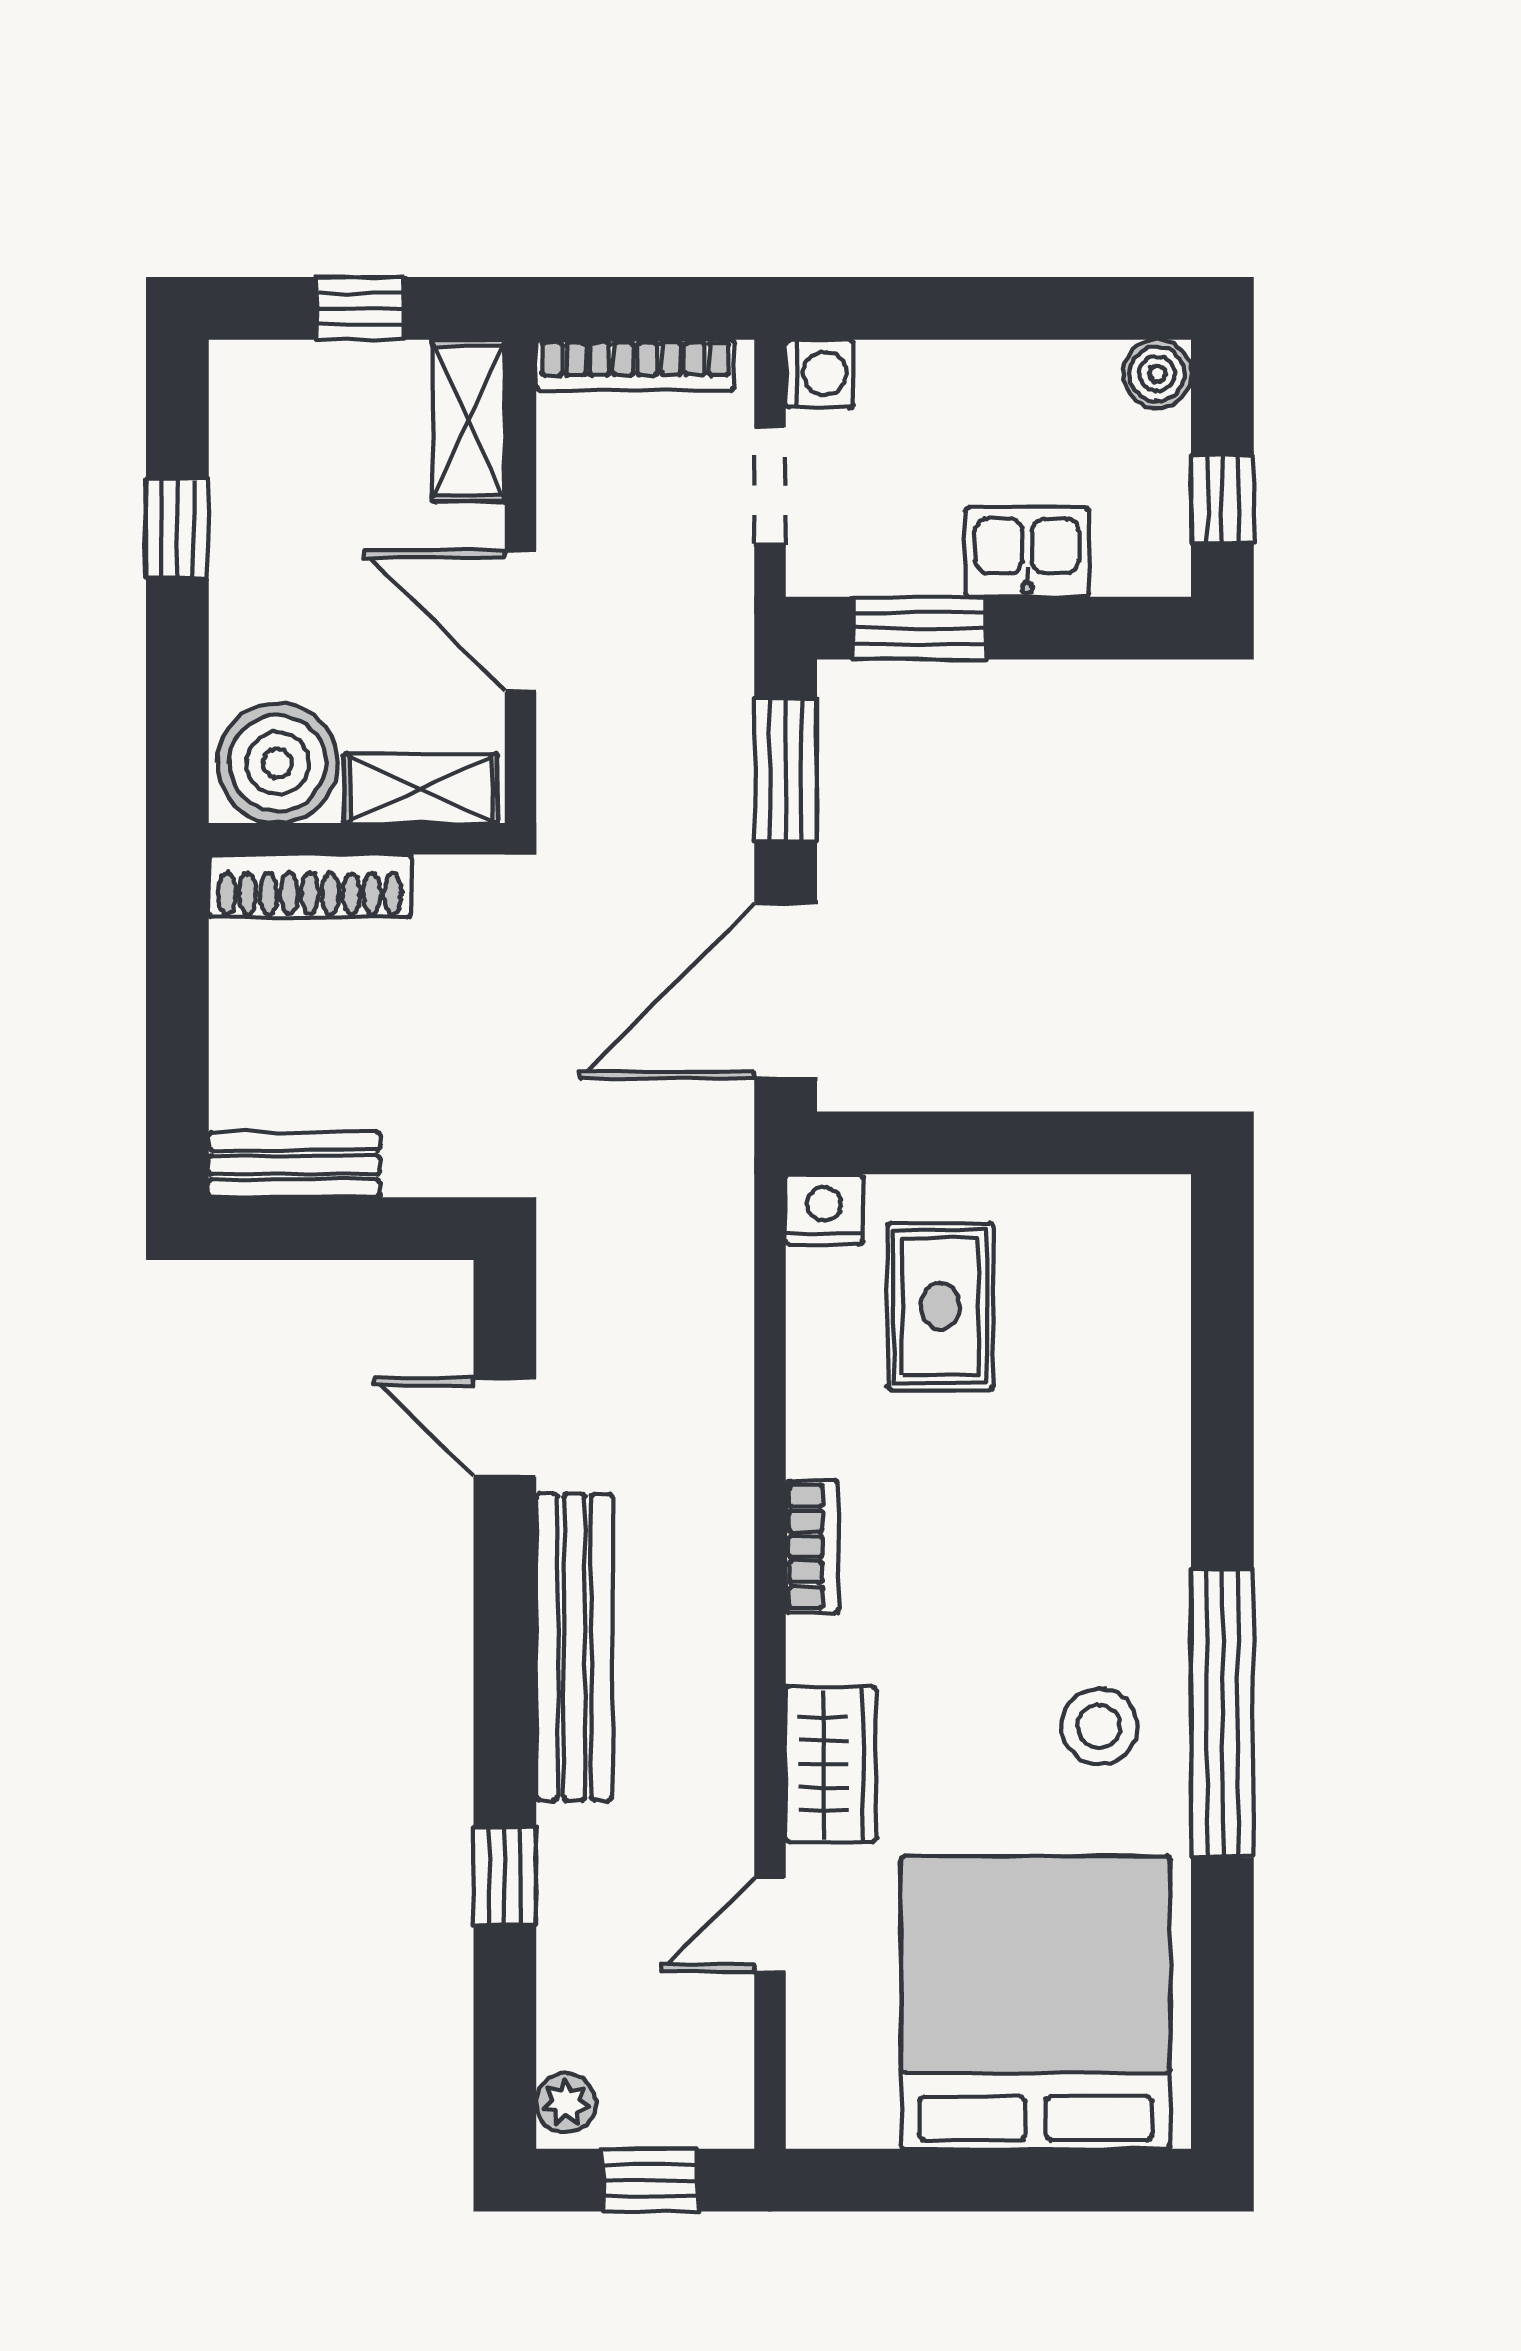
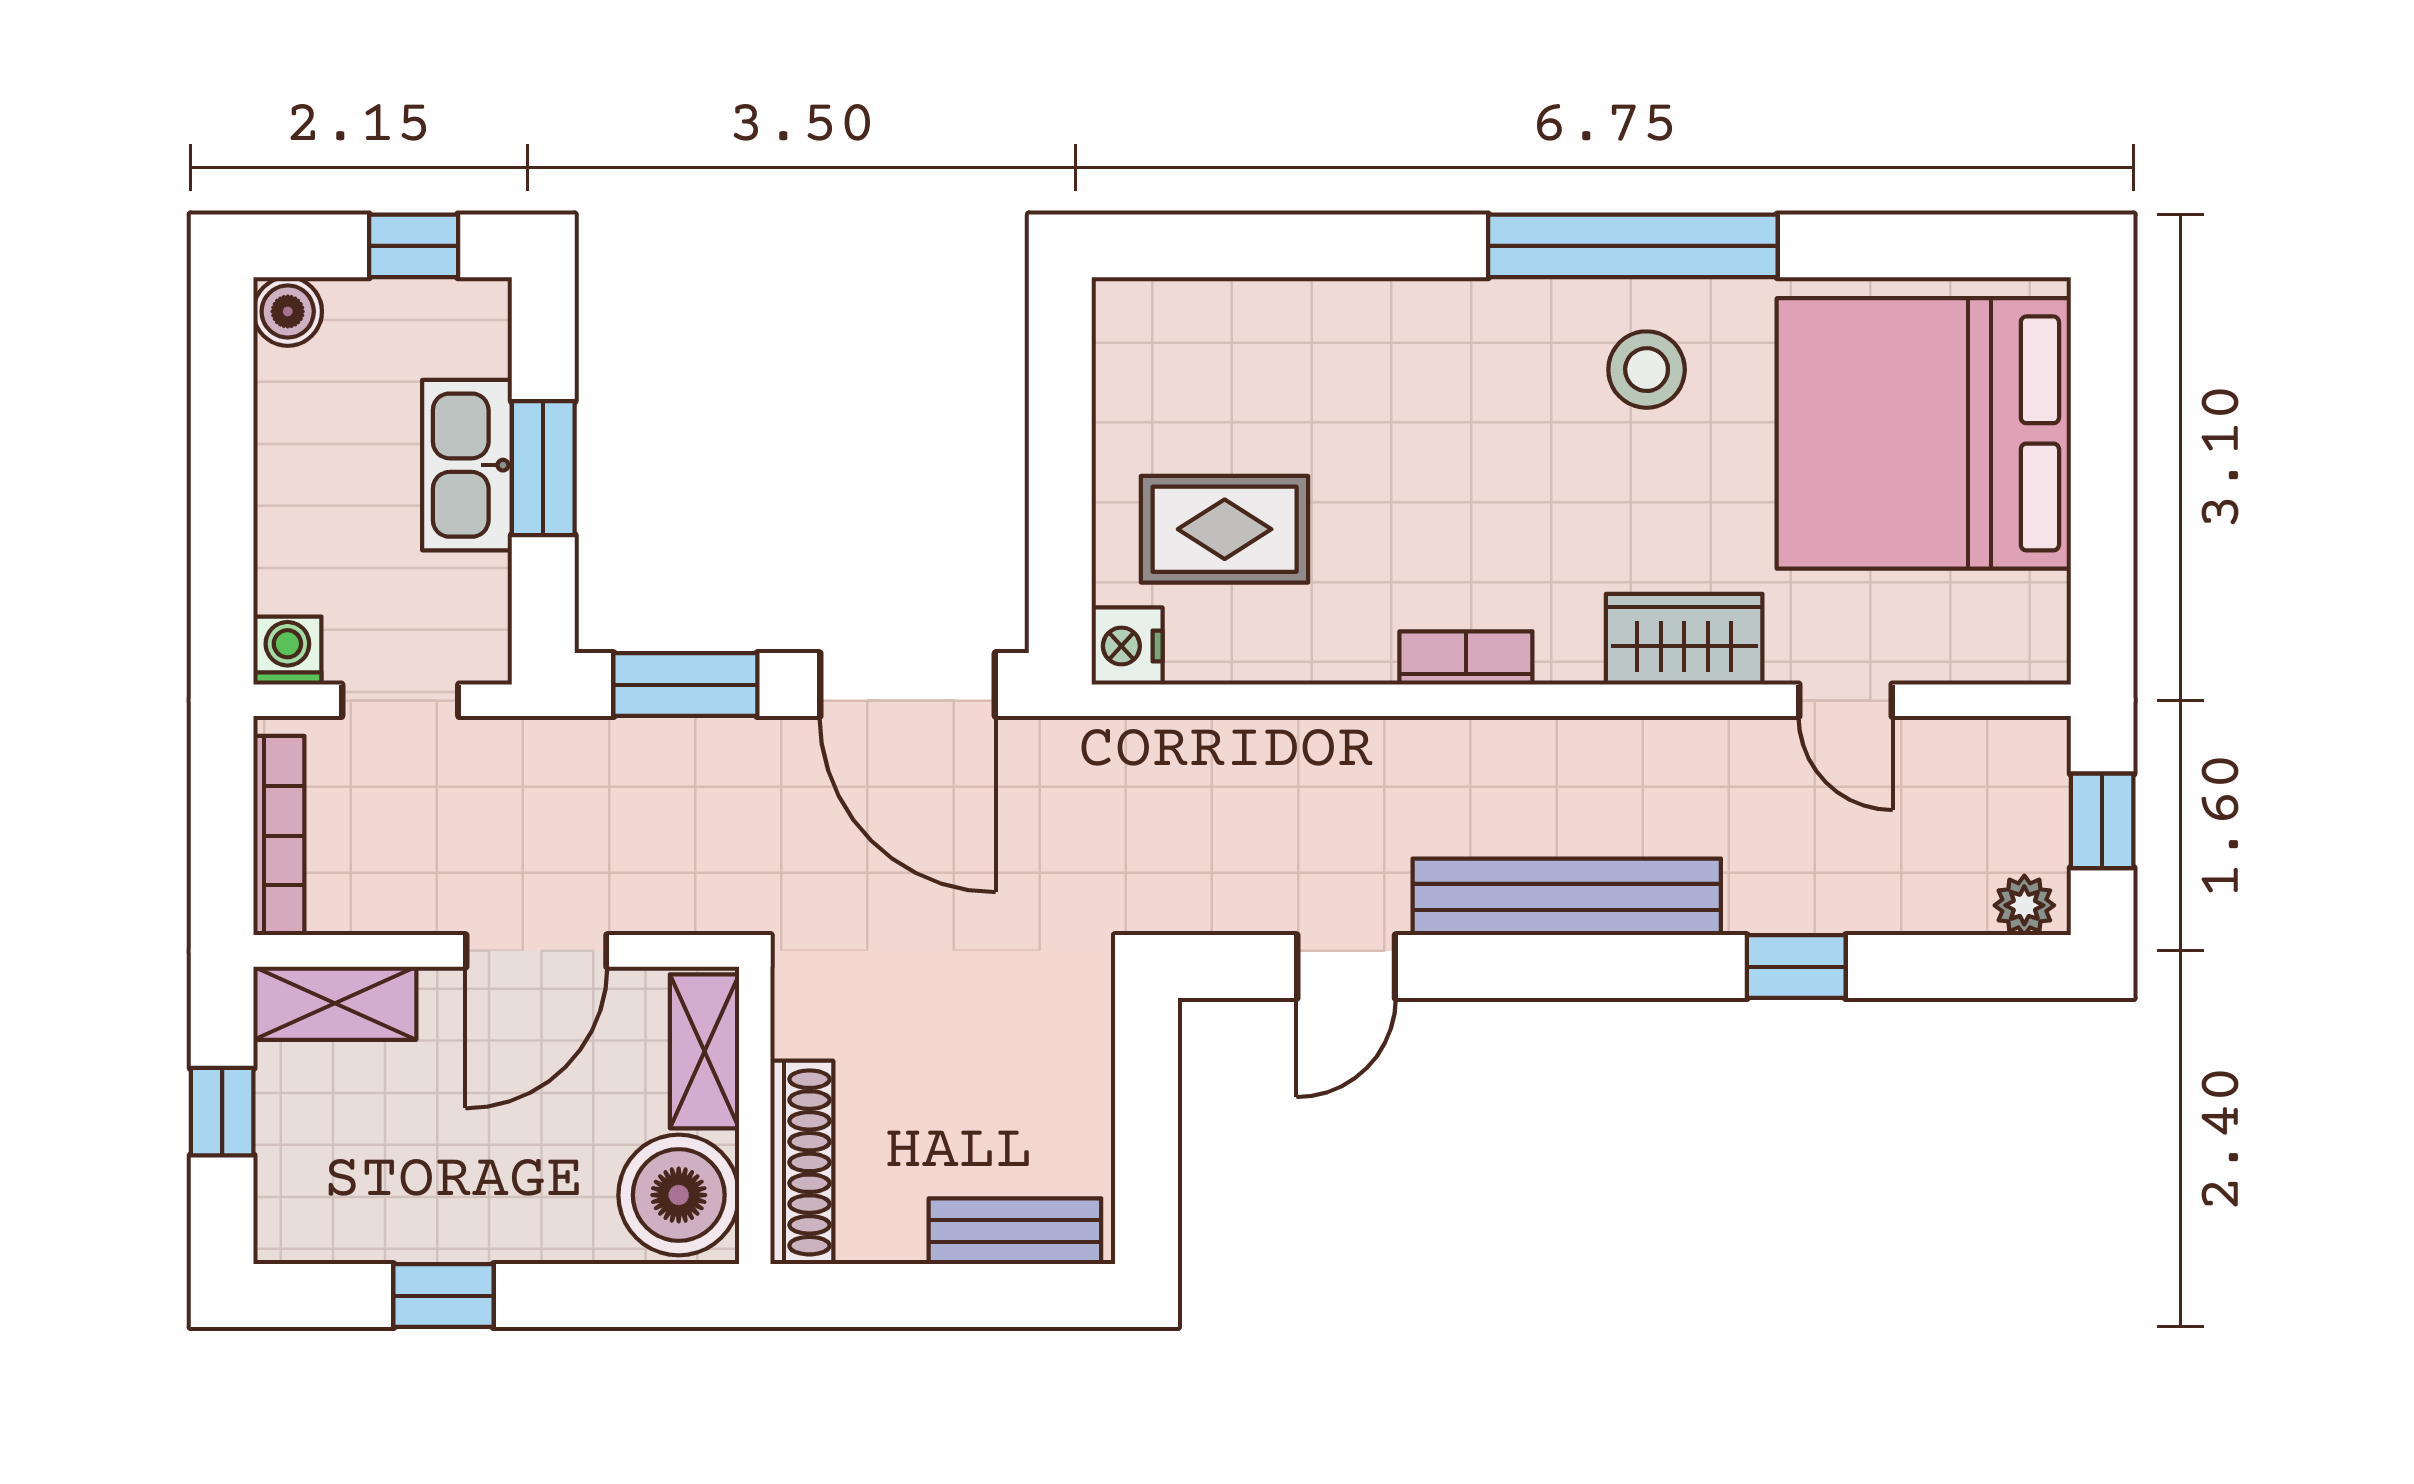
kitchen sink: (1027, 552) -> (467, 465), width x1.38
window: (919, 628) -> (543, 468), moved
bench: (294, 1165) -> (1015, 1231), moved, turned 90

